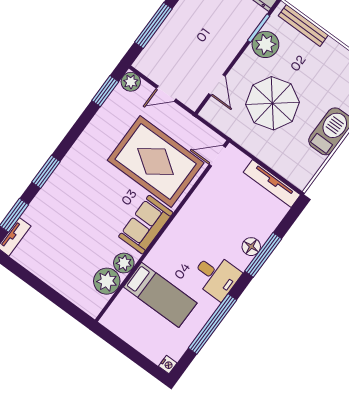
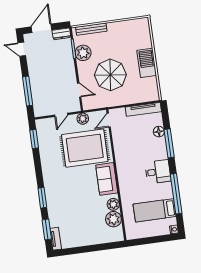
plant: (131, 82) -> (83, 119), moved
floor lamp: (251, 247) -> (159, 132), moved
bed: (160, 295) -> (155, 210), moved, turned 180

